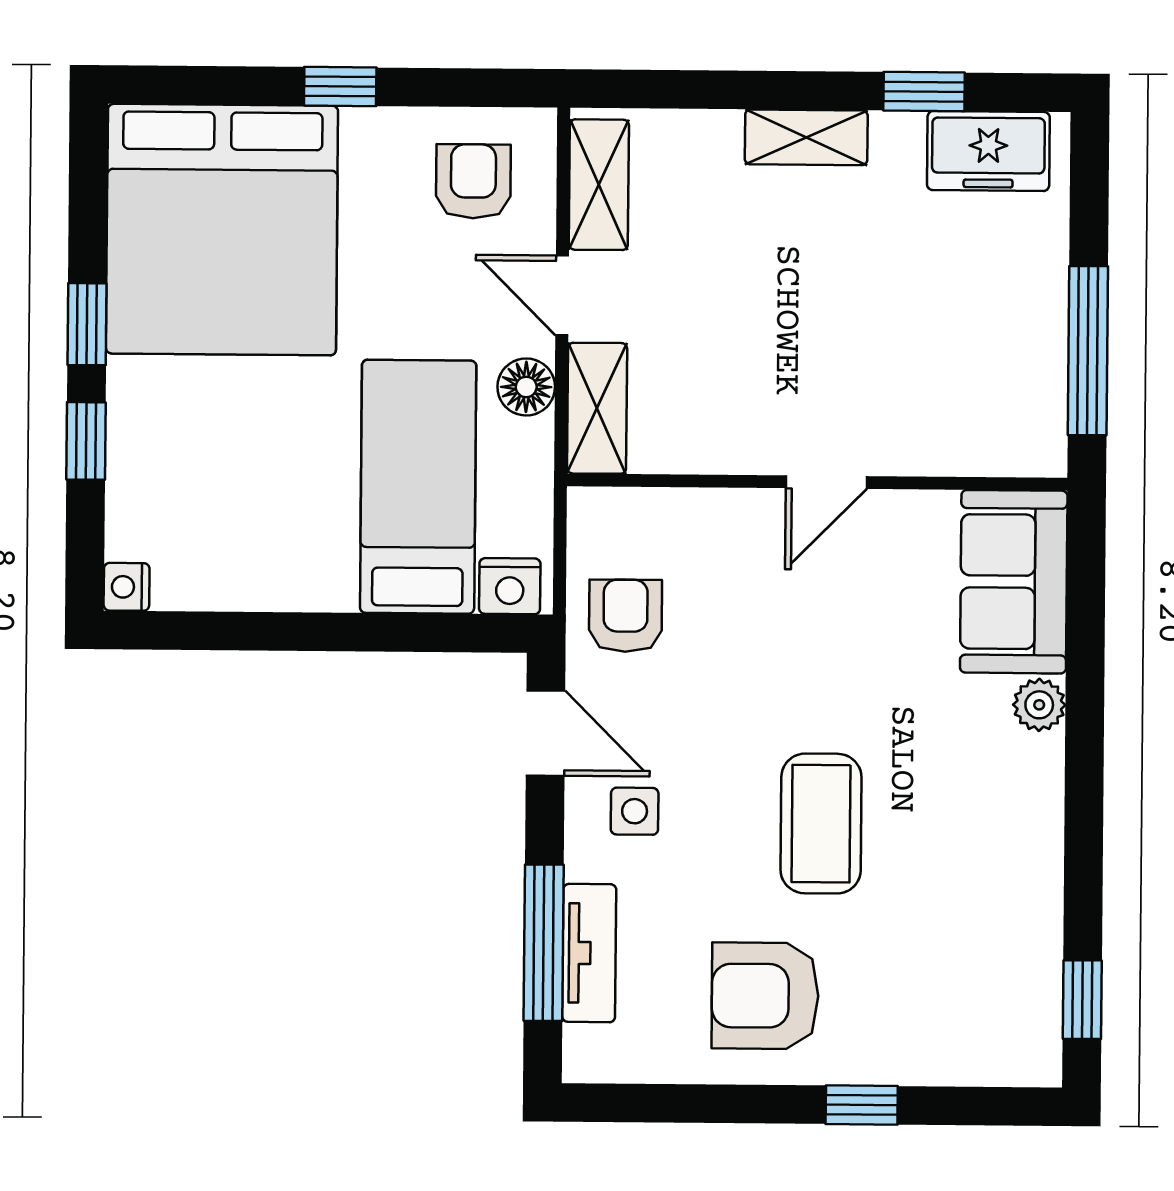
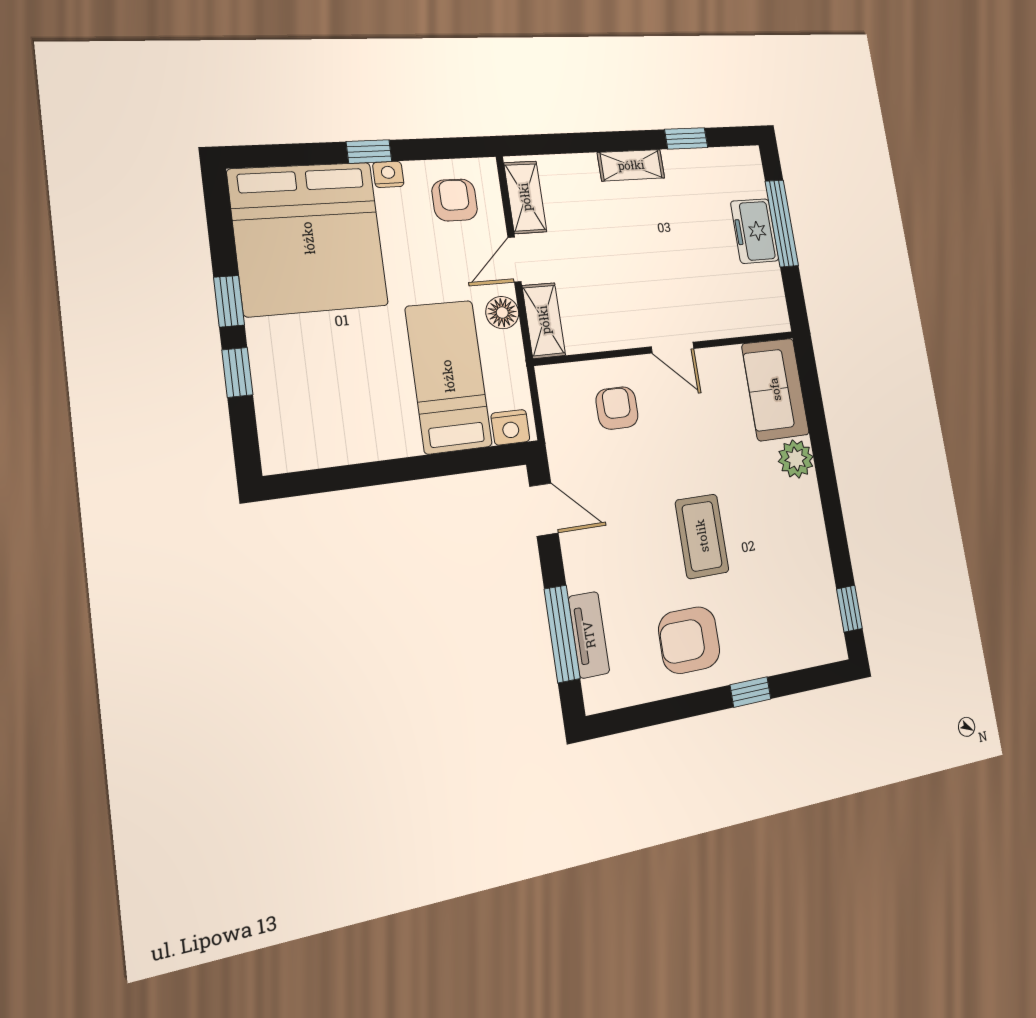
freezer: (988, 151) -> (755, 231), moved, turned 90
door: (562, 295) -> (514, 260), hinge flipped
window: (1088, 351) -> (782, 223), moved
door: (826, 482) -> (673, 348), hinge flipped
nightstand: (127, 587) -> (388, 174), moved, turned 90
armchair: (625, 616) -> (617, 408), moved
plant: (1039, 705) -> (796, 459), width x1.38, depth x1.38
side table: (635, 811) -> (601, 547), removed

